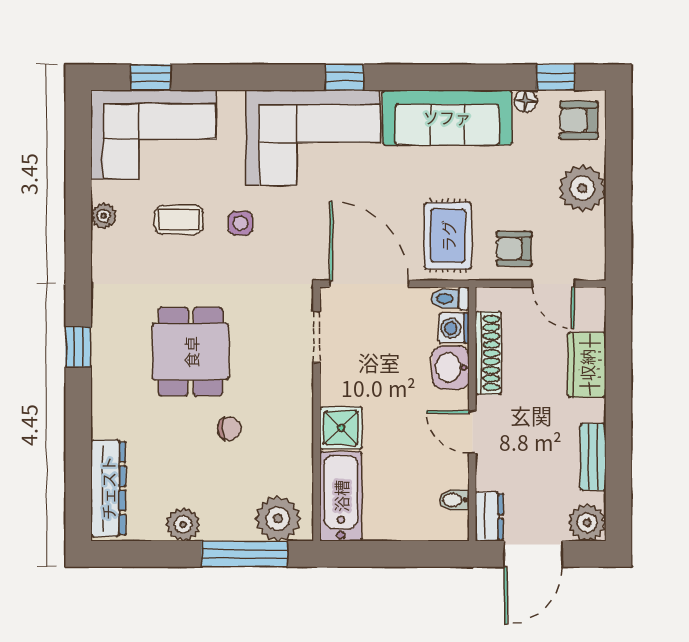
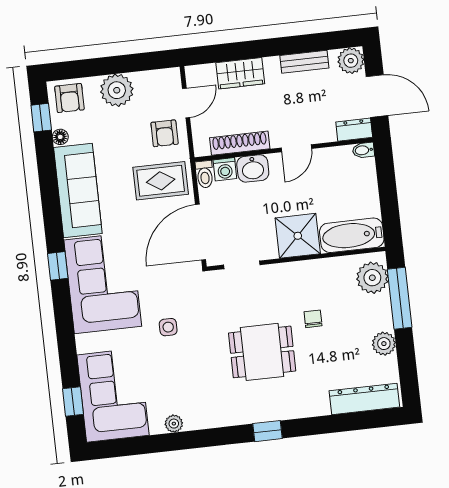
coffee table: (179, 220) -> (171, 371), removed
shower: (341, 428) -> (298, 236), width x1.36, depth x1.36
bidet: (454, 500) -> (363, 150), moved, turned 90

